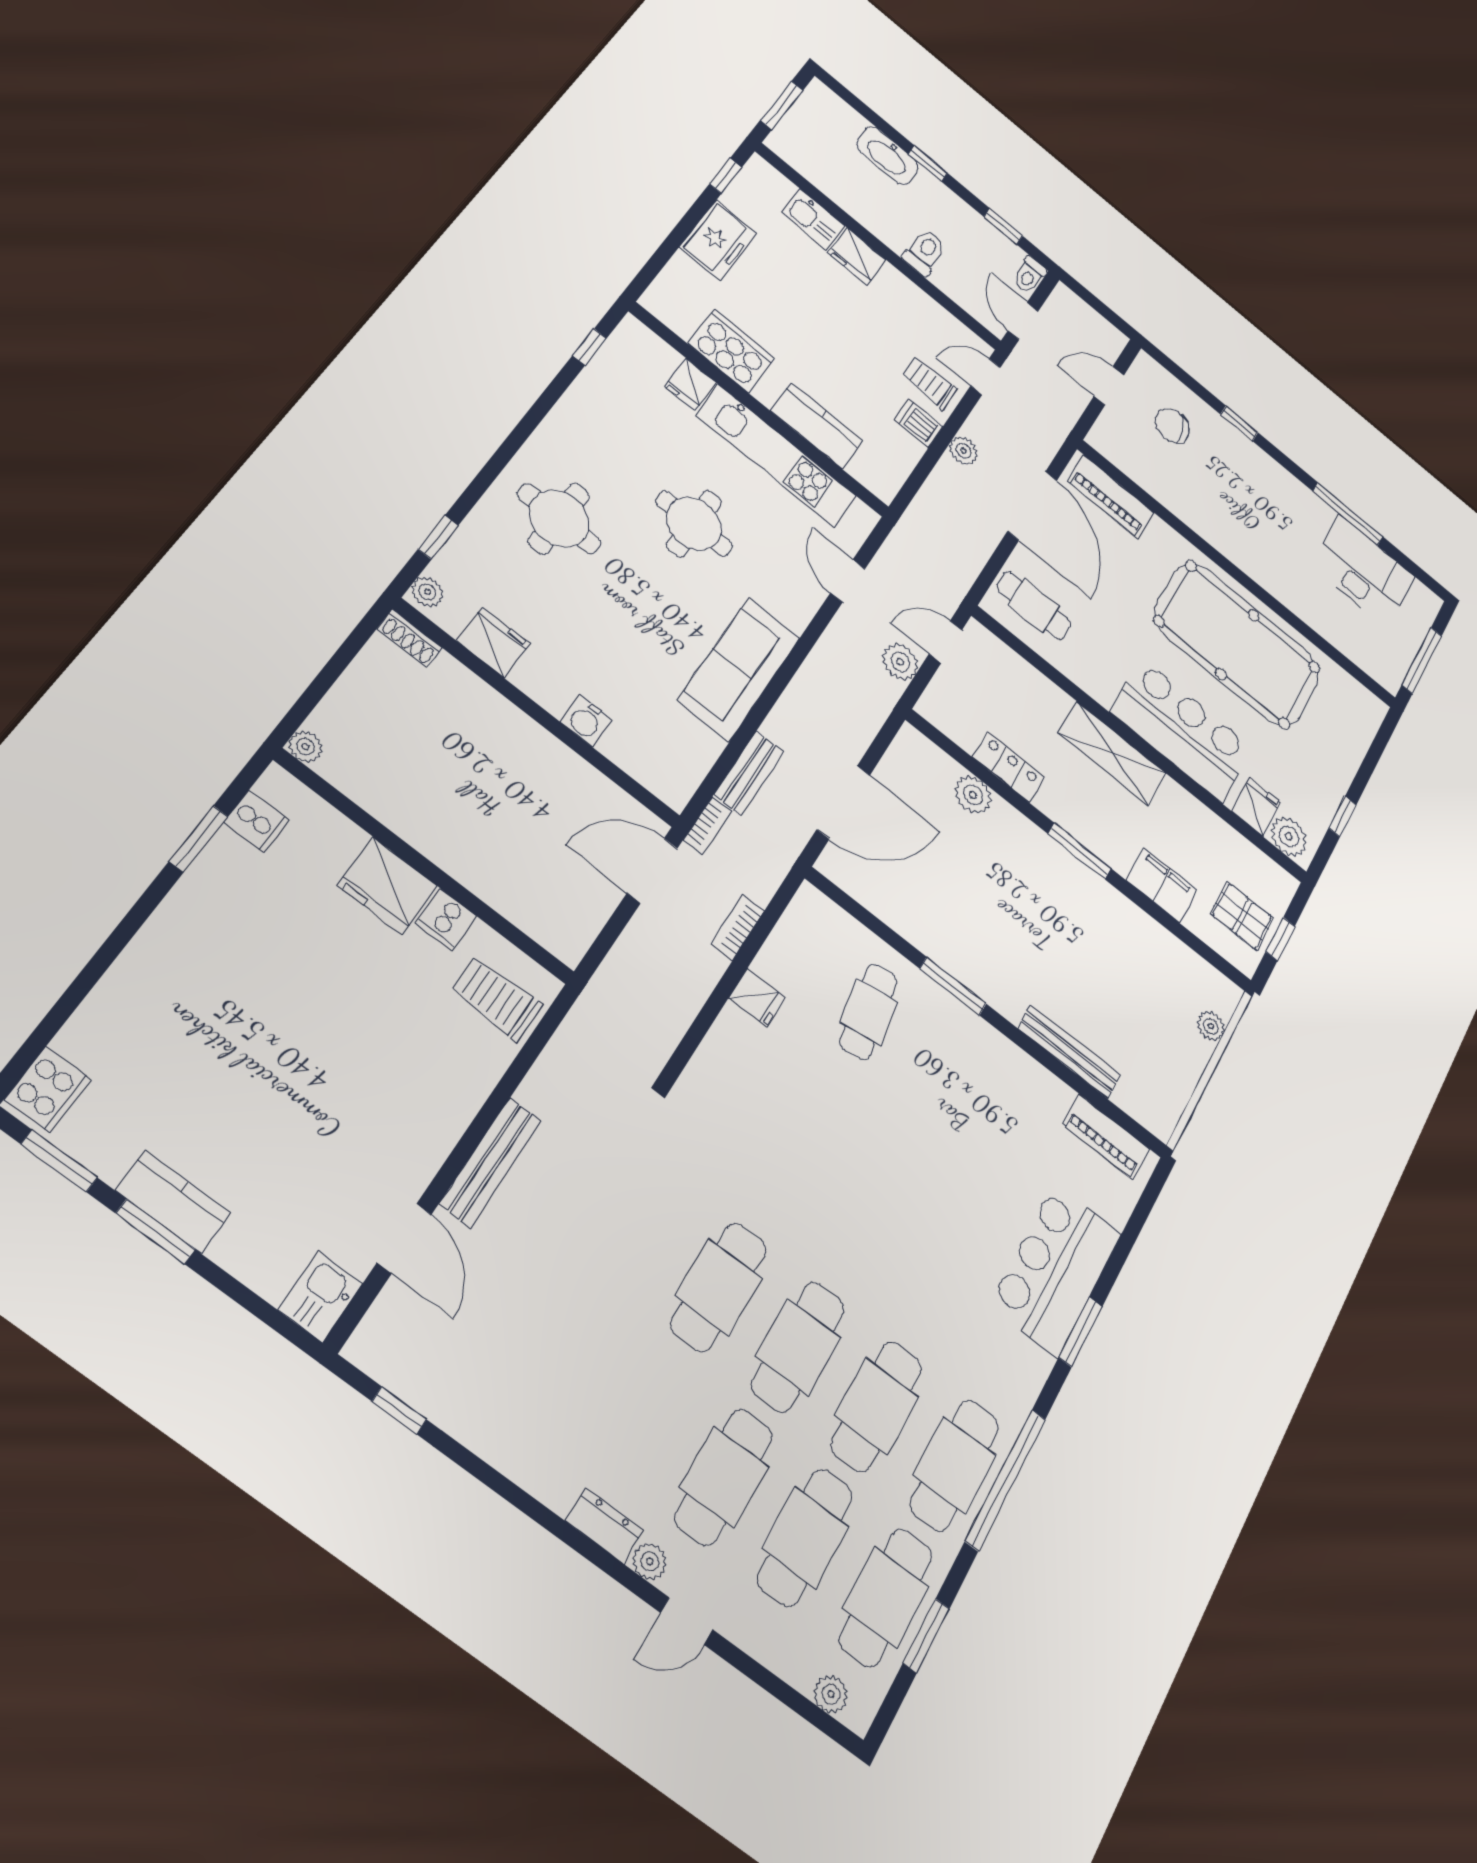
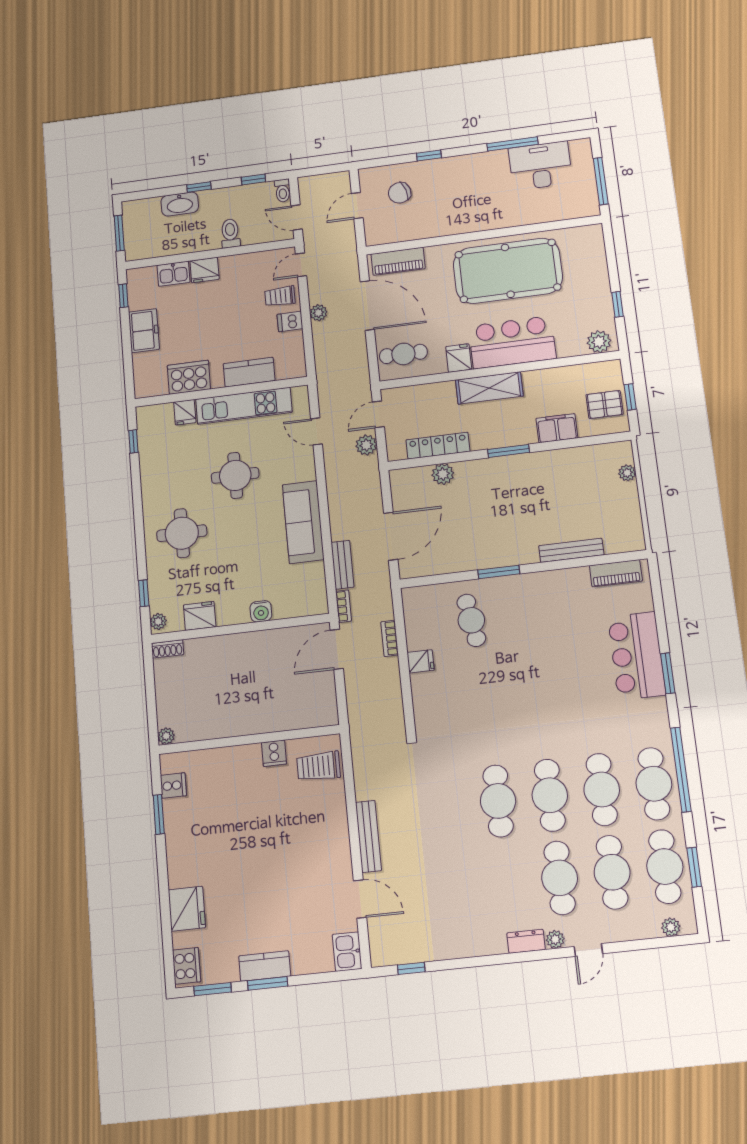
locker: (1009, 767) -> (438, 446), width x1.53
fridge: (1256, 807) -> (459, 358), moved
fridge: (387, 886) -> (187, 909), moved, turned -90

